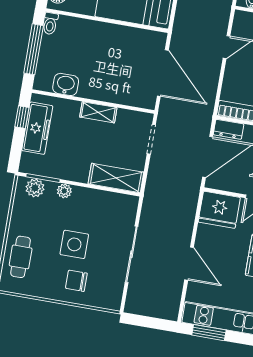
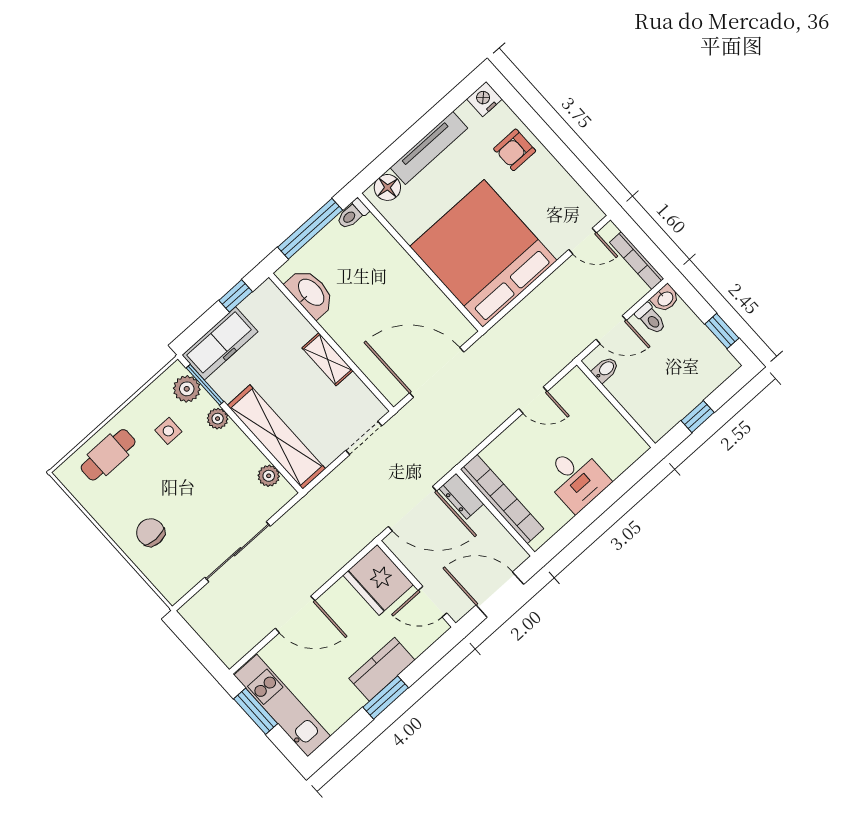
door: (163, 73) -> (437, 372), swing flipped
washbasin: (66, 84) -> (311, 293), width x1.38
freezer: (37, 128) -> (220, 343), moved
shelving: (116, 178) -> (276, 437), width x1.47
plant: (116, 200) -> (269, 476), added
side table: (74, 244) -> (168, 431), moved, width x0.54, depth x0.54
door: (189, 264) -> (295, 614), hinge flipped

